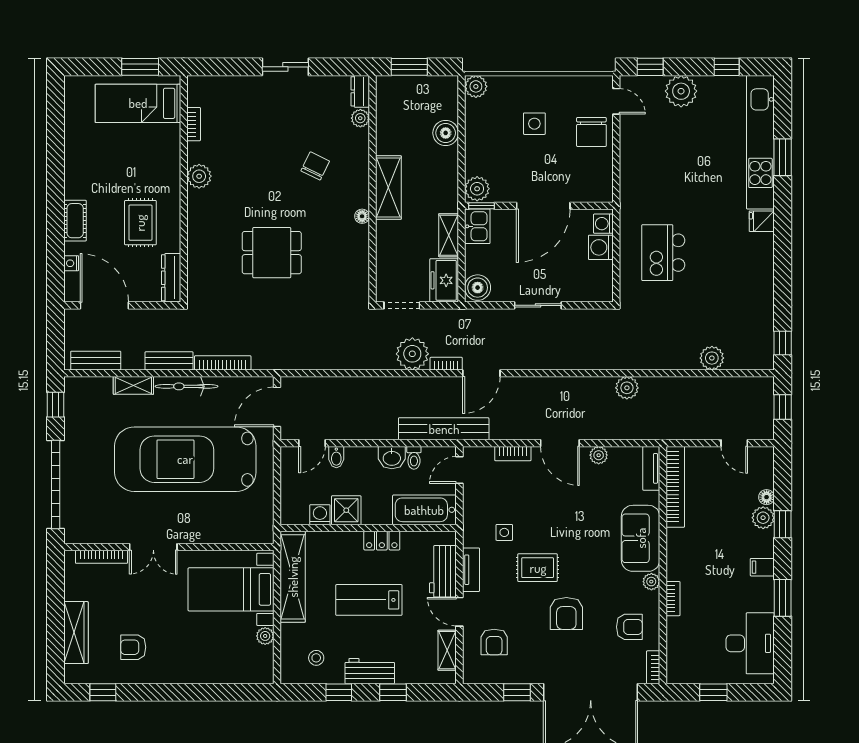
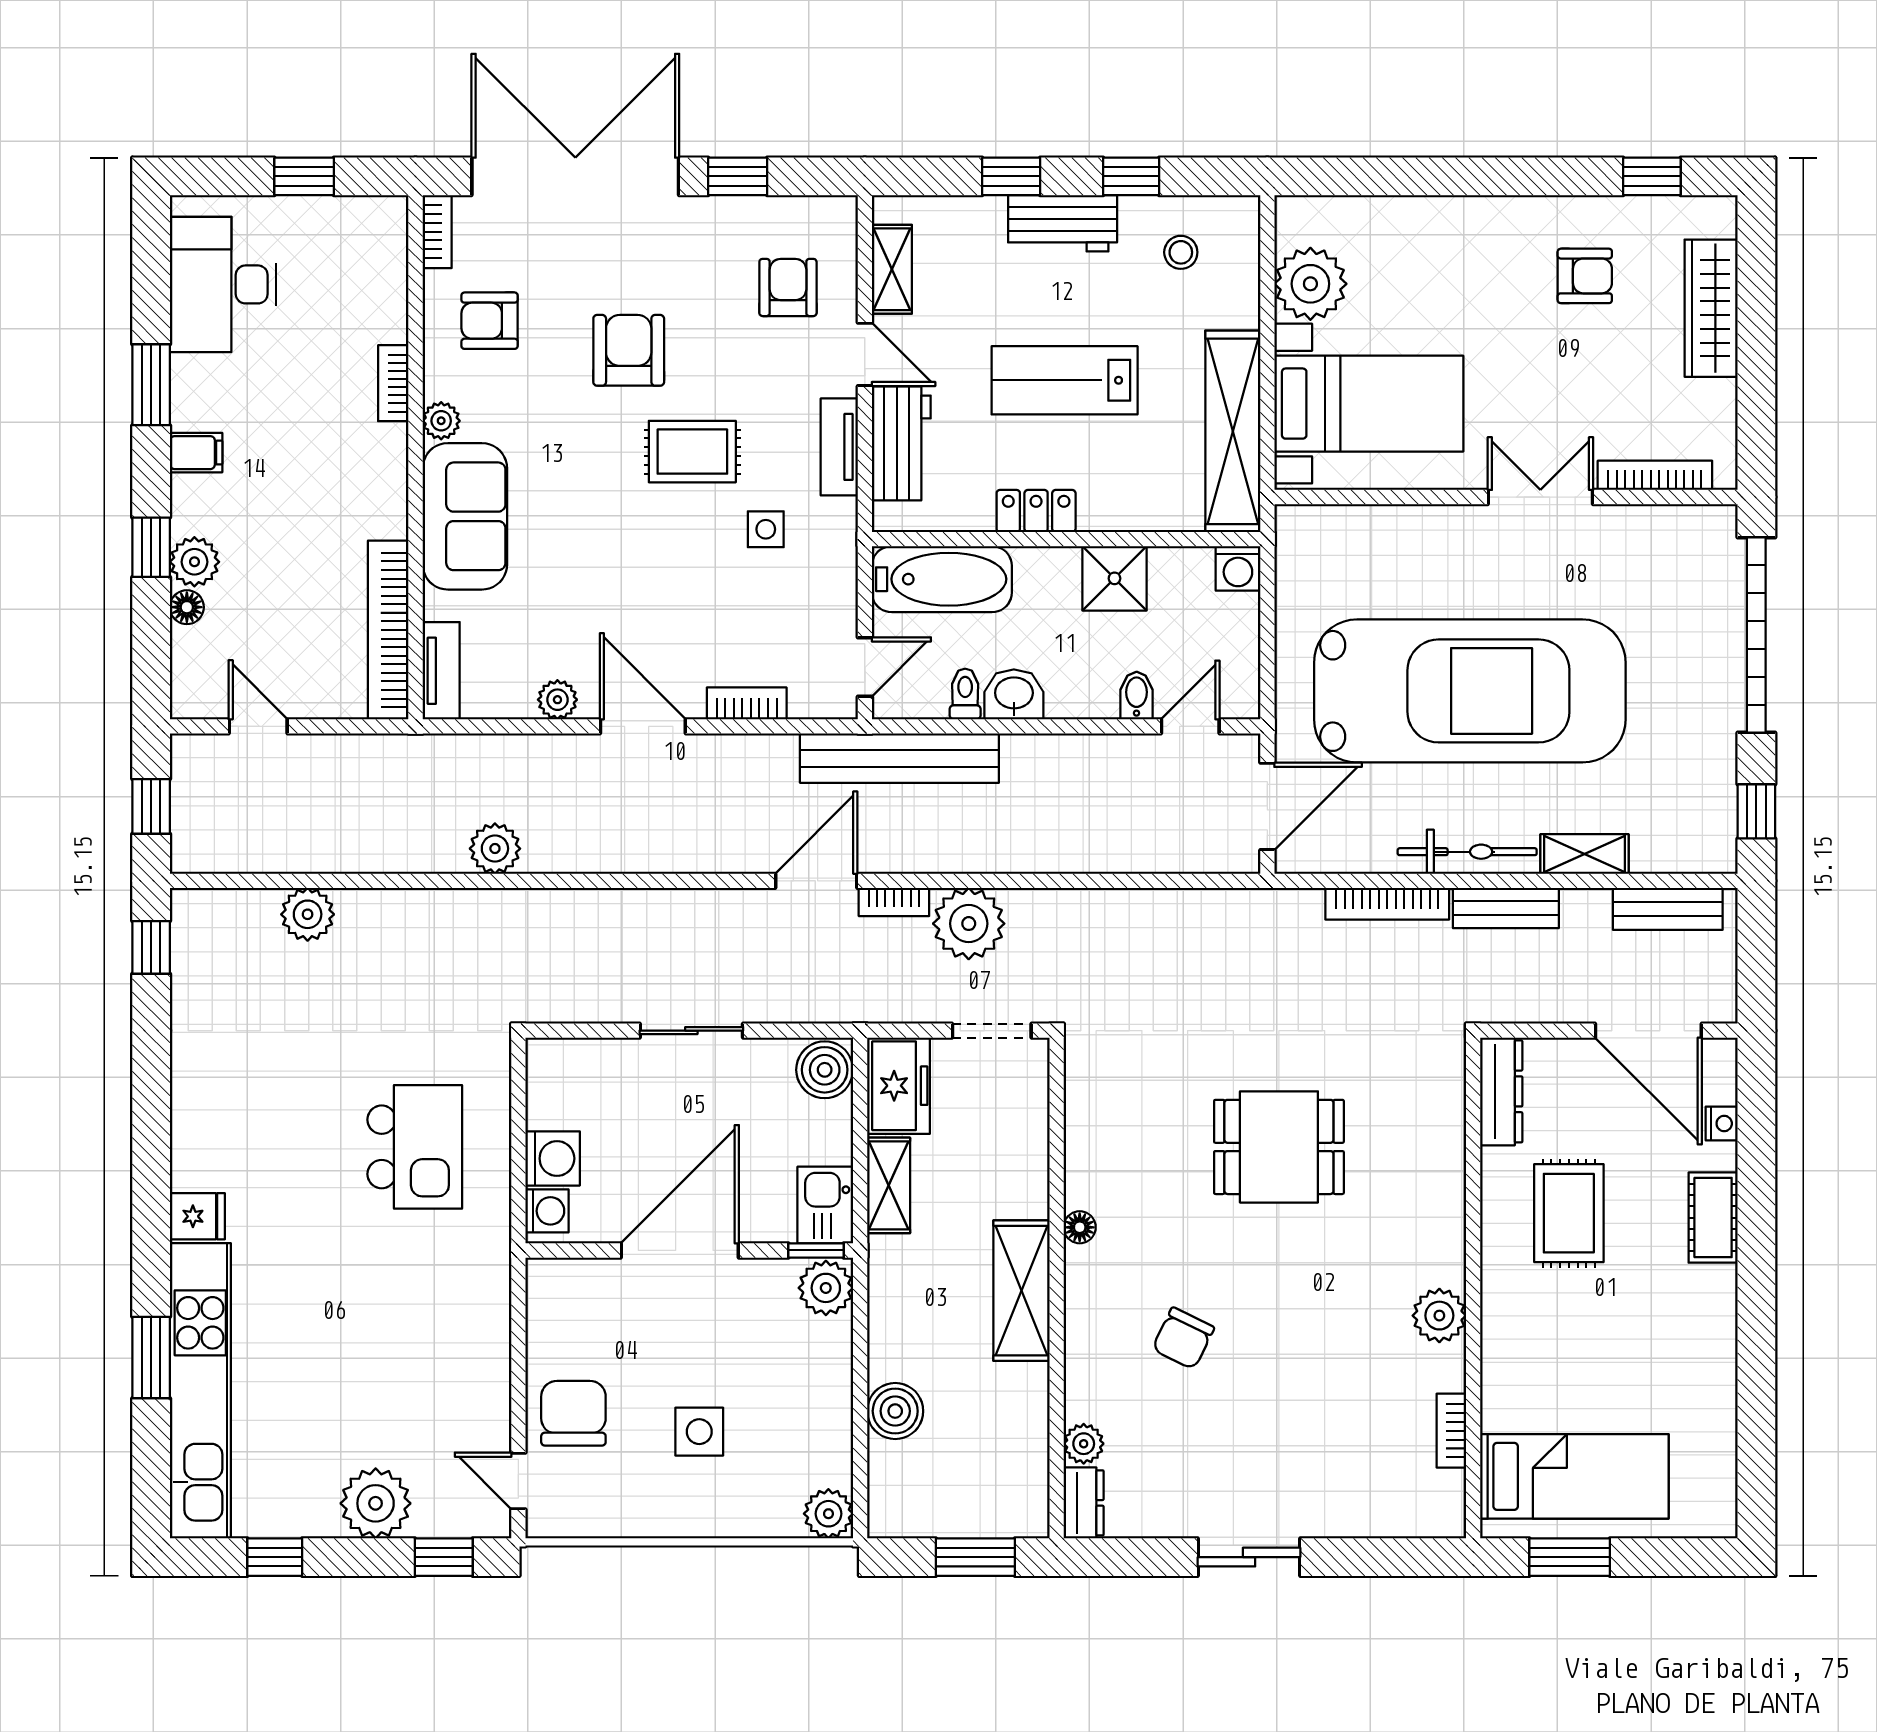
washing machine: (320, 515) -> (1238, 568), moved
lab bench: (369, 600) -> (1065, 380), turned 180
plant: (265, 636) -> (1310, 284), width x1.87, depth x1.87

